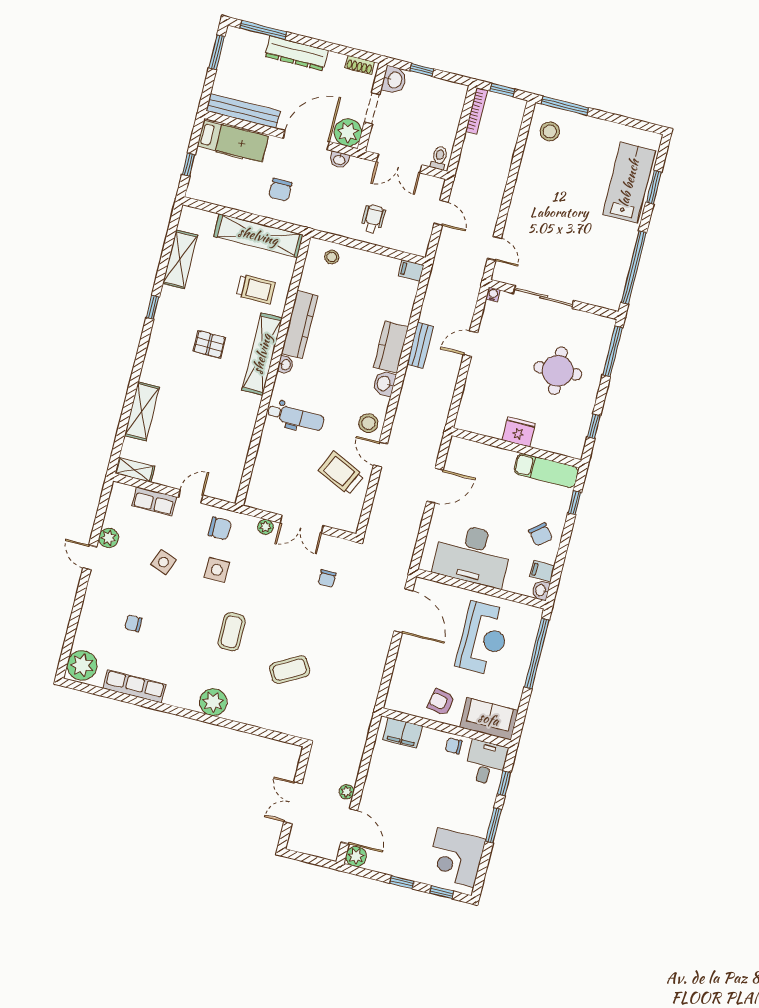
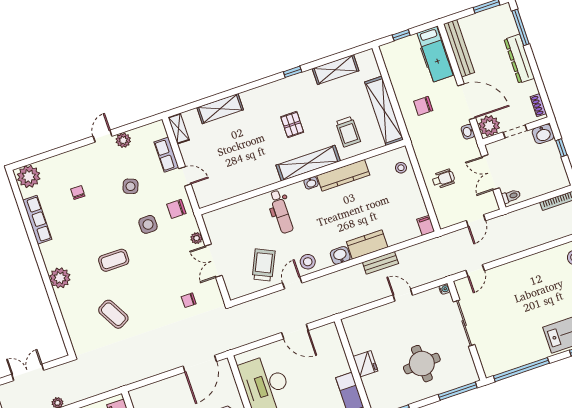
chair: (220, 528) -> (176, 209), turned 90

